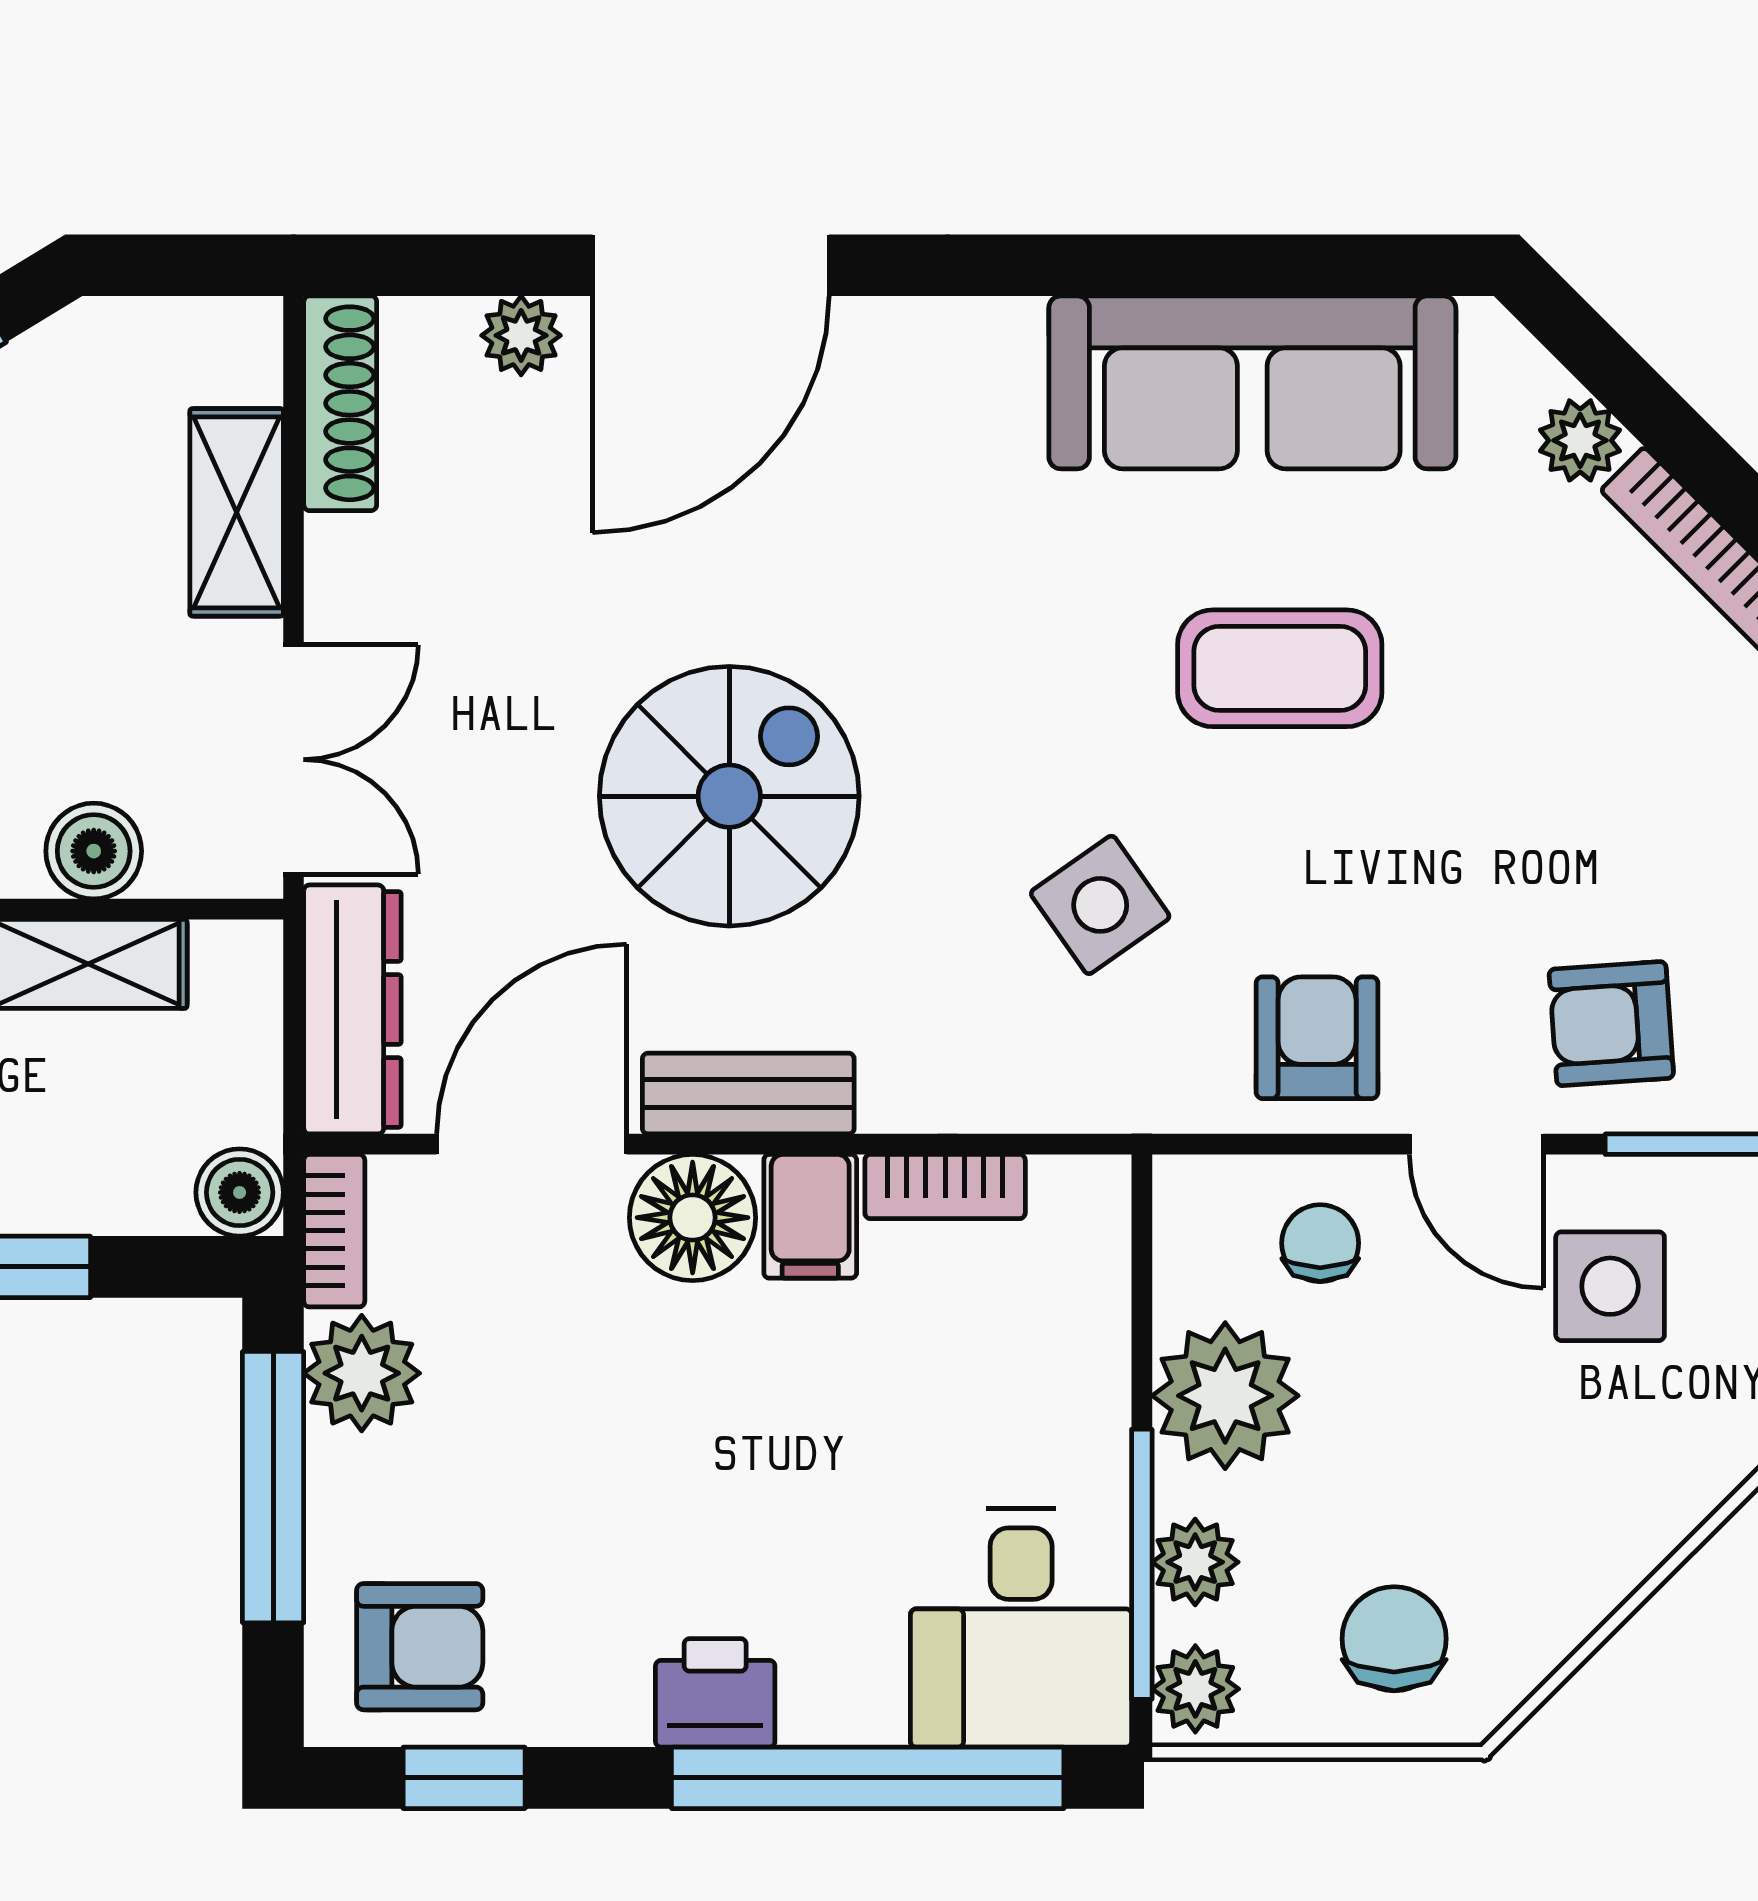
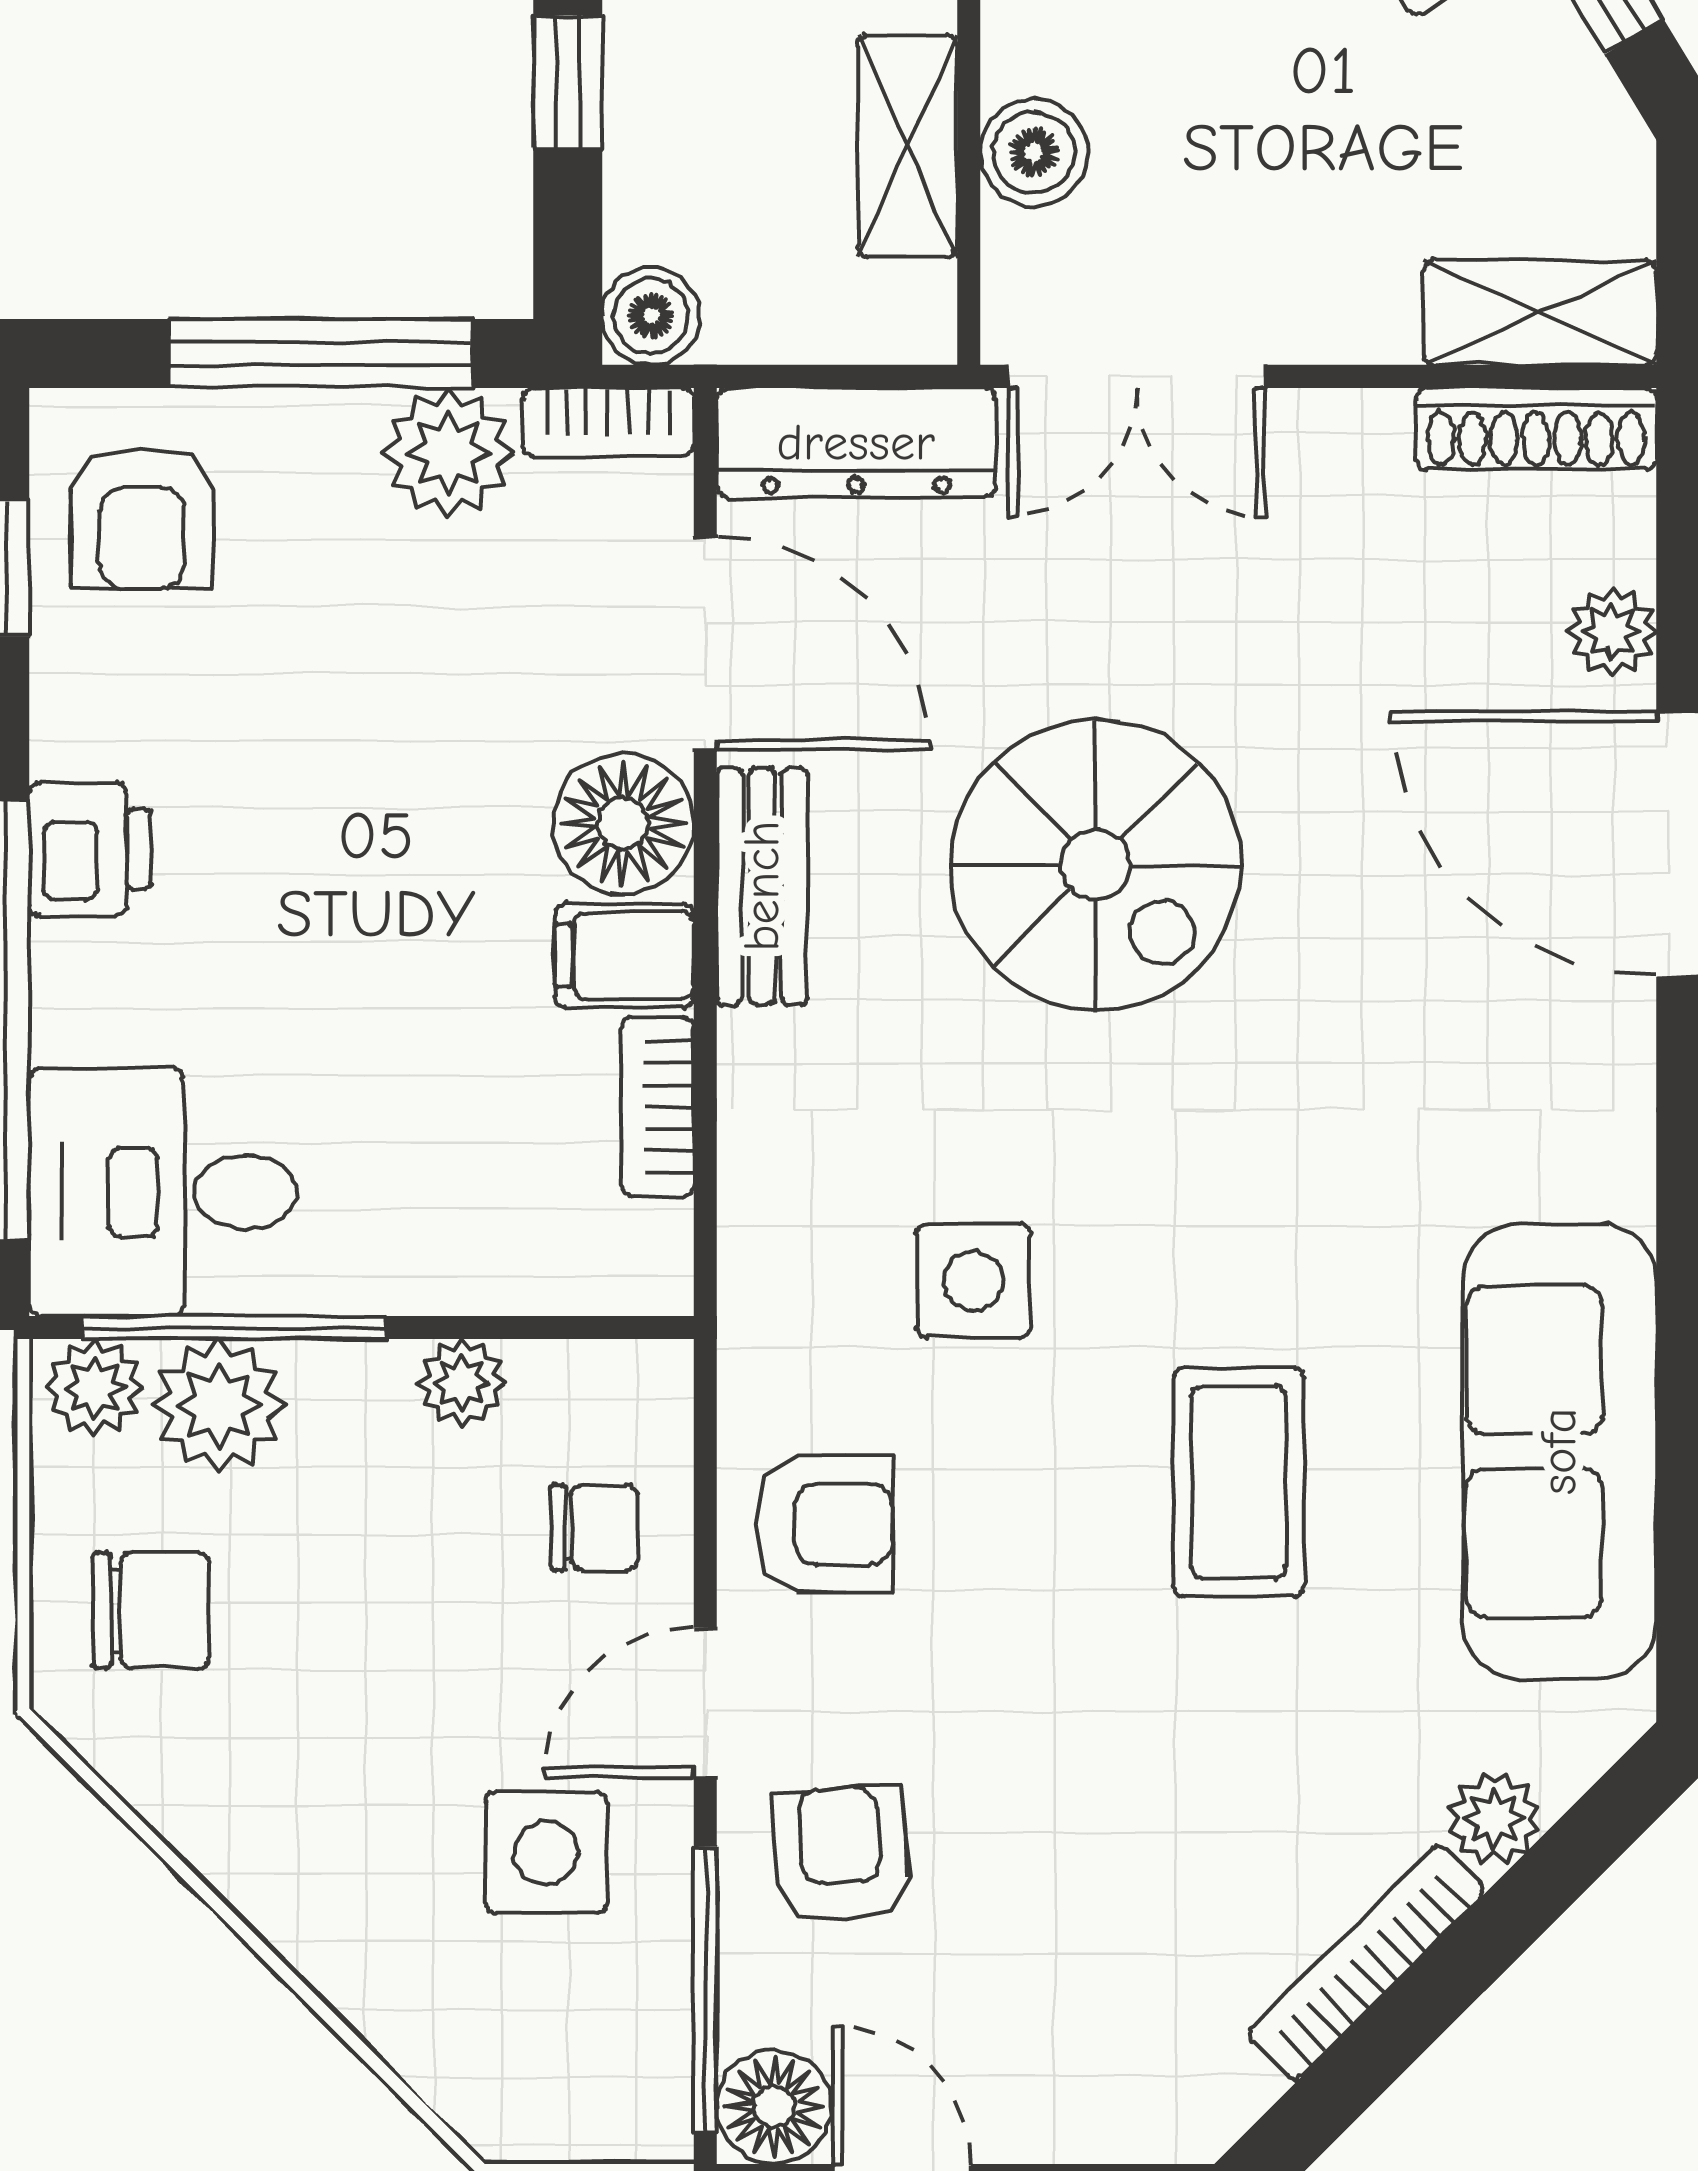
shelving: (237, 512) -> (1540, 313), moved
side table: (1100, 905) -> (973, 1281), turned 35
plant: (1225, 1396) -> (462, 1383), width x0.53, depth x0.53
plant: (1195, 1562) -> (219, 1405), width x1.38, depth x1.38

